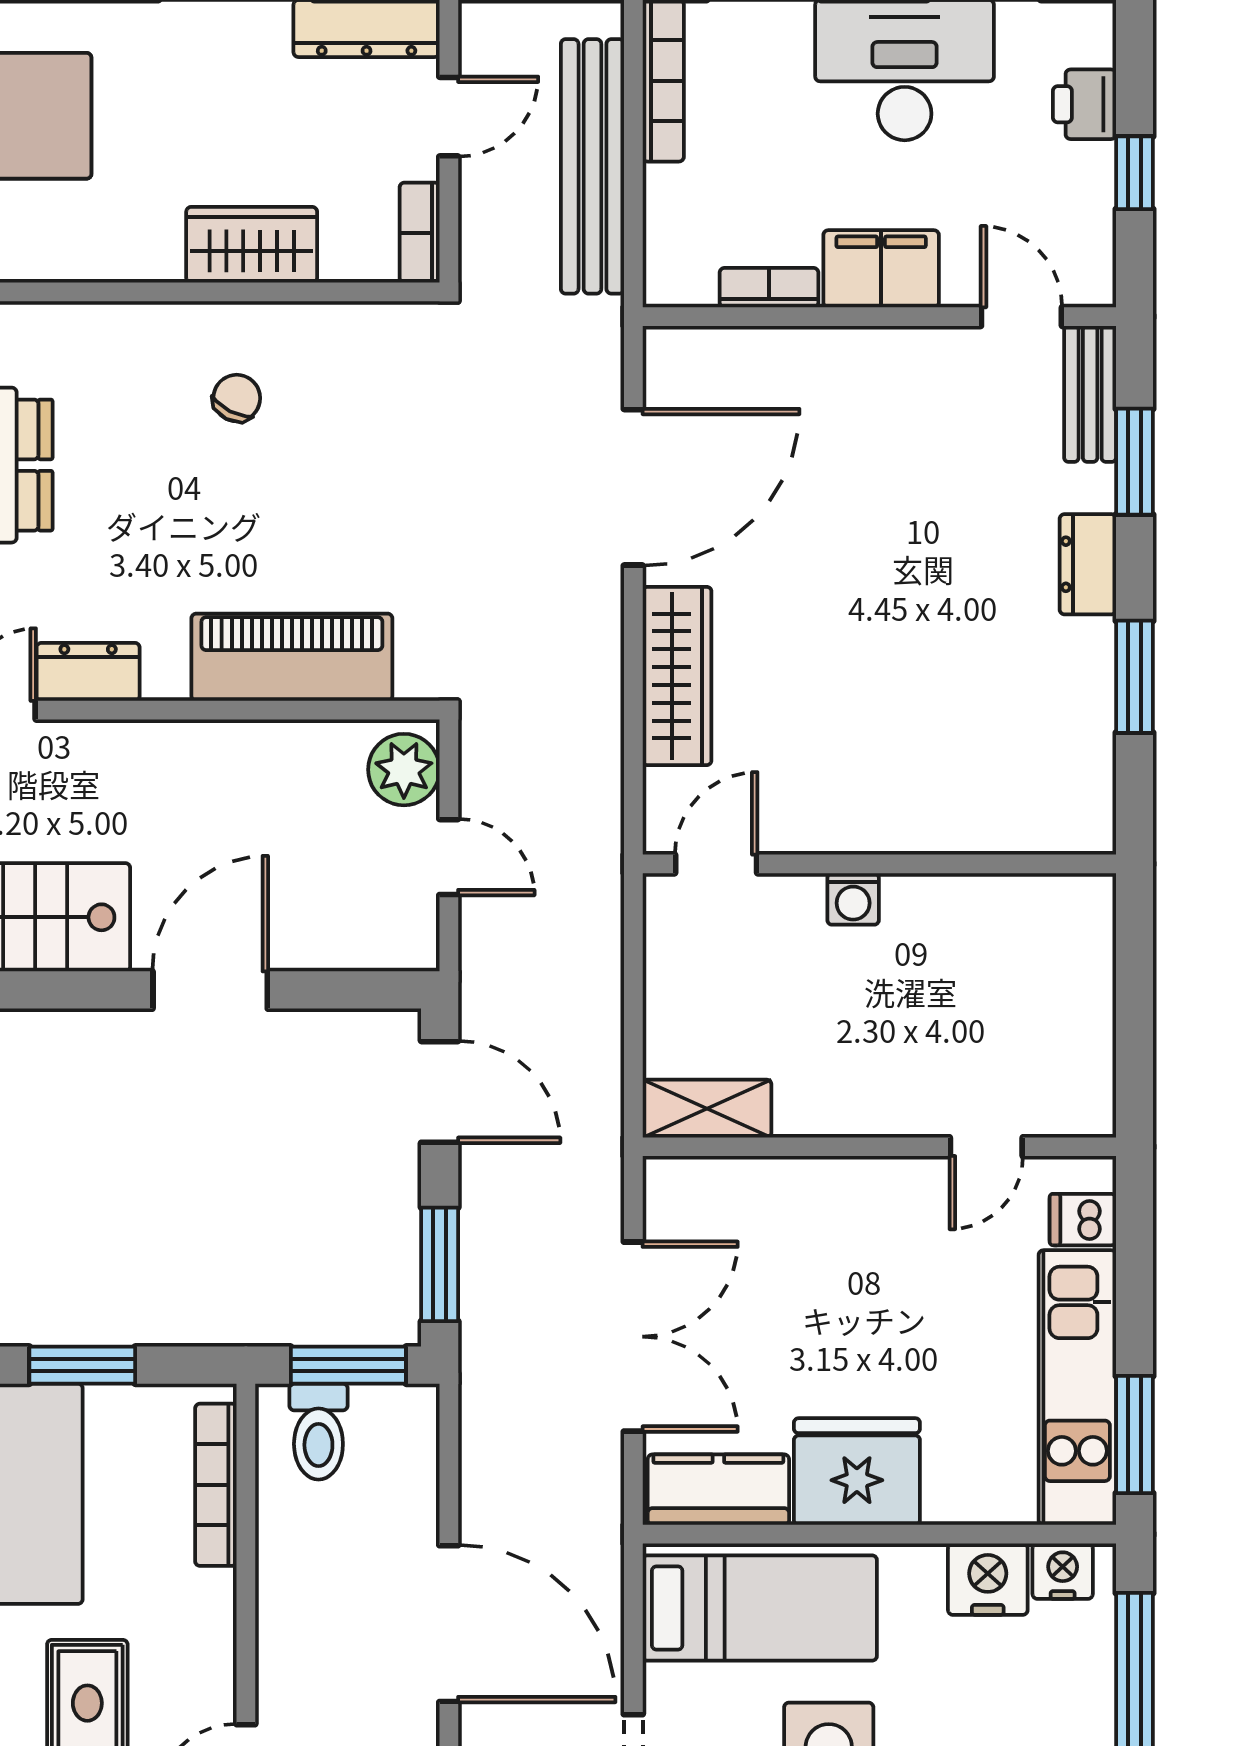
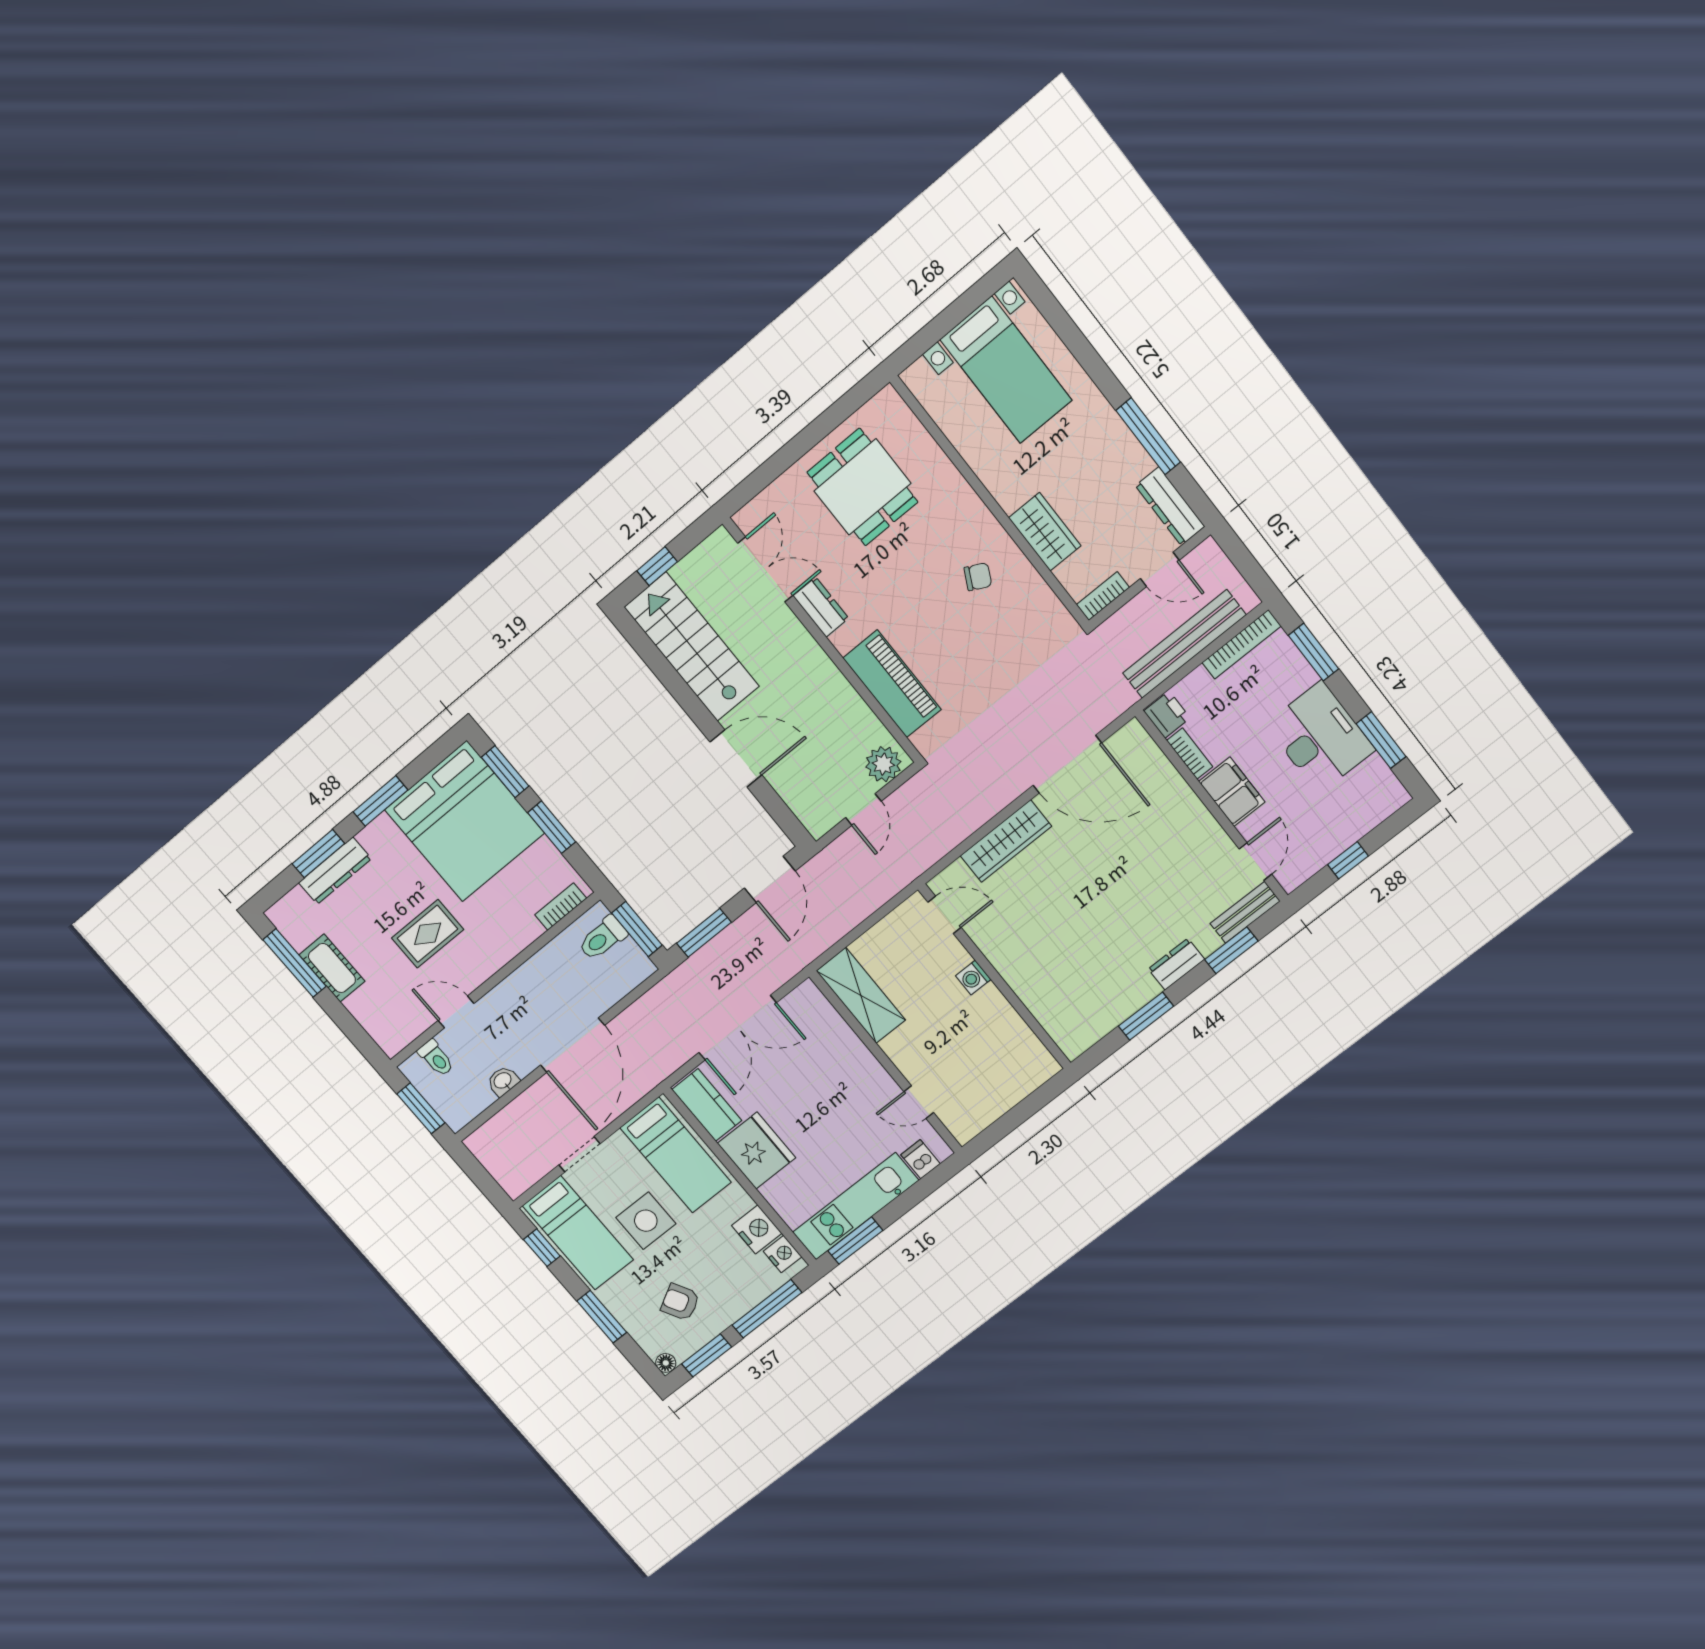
printer: (1084, 104) -> (1167, 715), moved, turned 90
shelving: (707, 1109) -> (861, 996), width x1.50, depth x1.33
bookcase: (216, 1485) -> (561, 907), width x0.64

